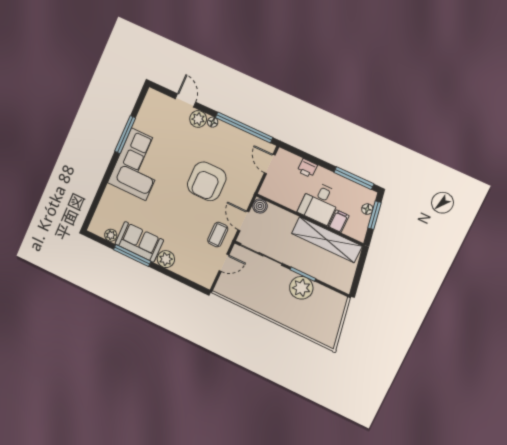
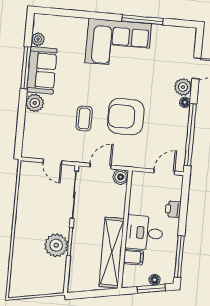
coffee table: (218, 235) -> (84, 118), moved, turned 90

